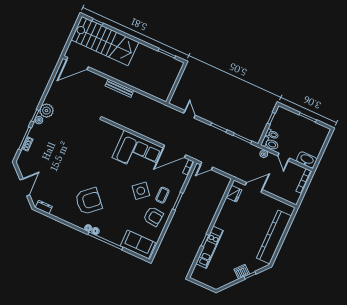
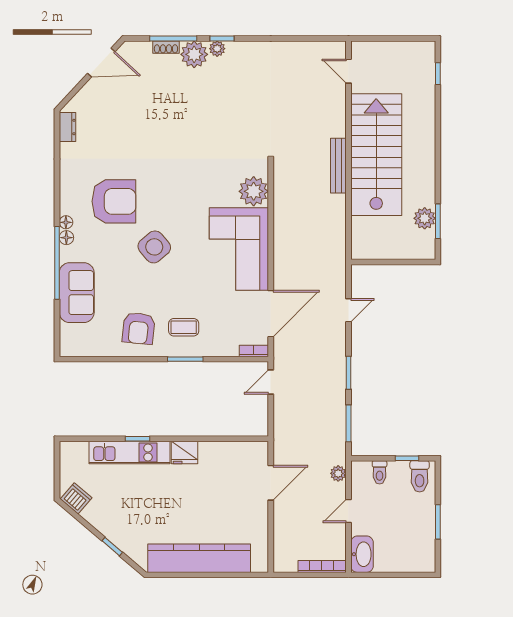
stairs: (105, 41) -> (376, 155), moved, turned 180
plant: (163, 59) -> (425, 218), added
door: (77, 63) -> (348, 71), width x0.53
plant: (46, 111) -> (194, 54), moved
plant: (114, 133) -> (254, 191), added
toilet: (270, 144) -> (420, 476), moved
door: (175, 151) -> (271, 314), swing flipped
door: (207, 166) -> (271, 382), hinge flipped
door: (25, 187) -> (101, 62), moved
door: (254, 187) -> (271, 483), hinge flipped
side table: (141, 191) -> (154, 247), moved
fridge: (234, 194) -> (184, 452), moved
armchair: (89, 201) -> (114, 201), turned -48
sofa: (138, 244) -> (77, 293), moved
dishwasher: (242, 272) -> (76, 498), moved

